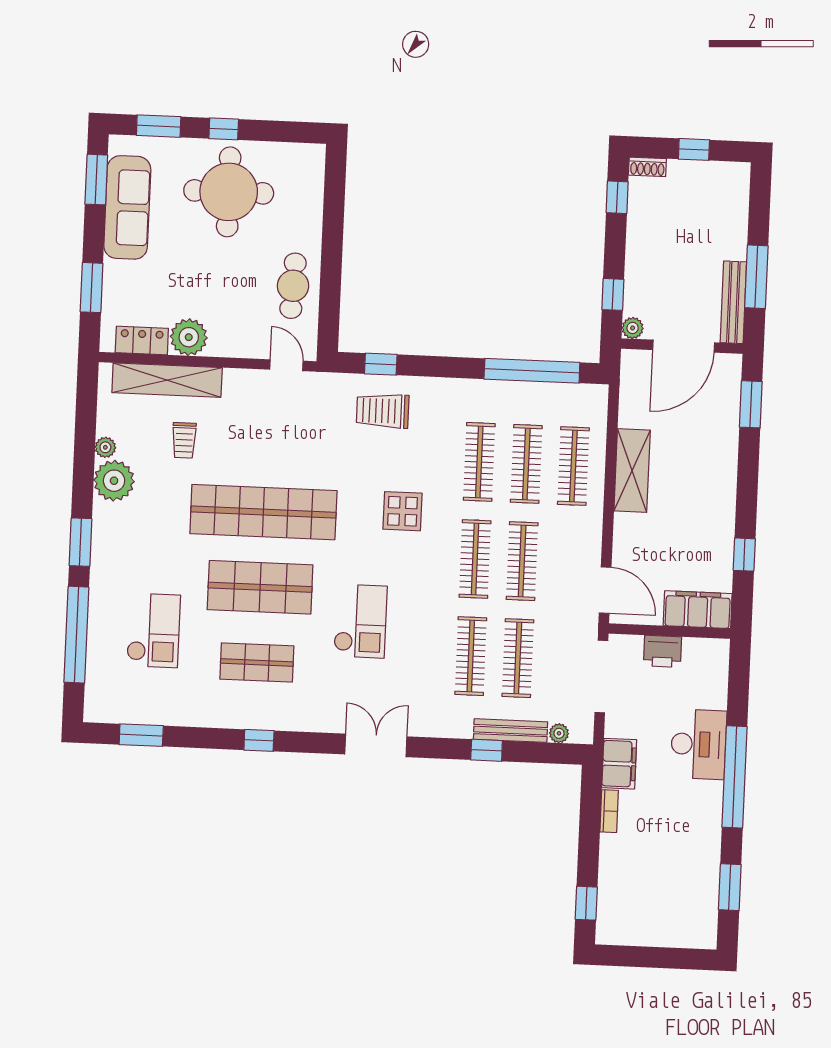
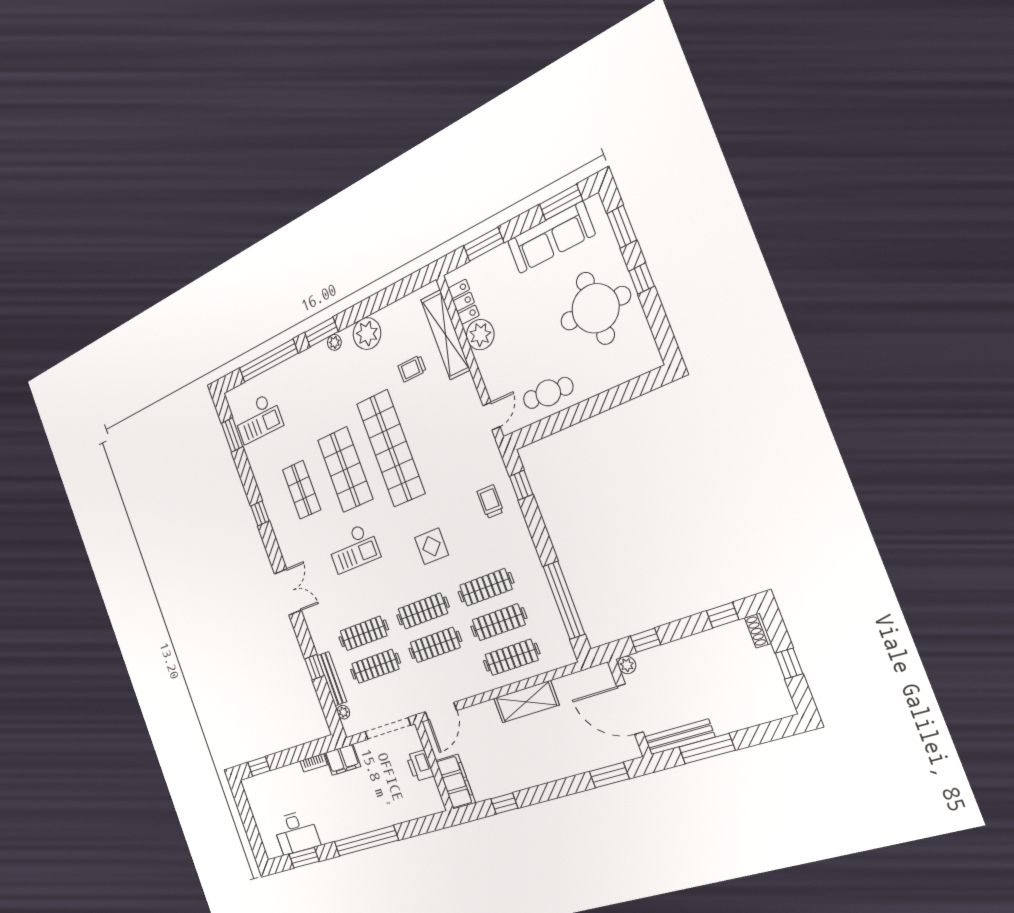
trolley: (383, 411) -> (490, 502), width x0.73, depth x0.72
plant: (105, 447) -> (334, 342), moved
checkout: (153, 630) -> (258, 418), moved
desk: (699, 744) -> (296, 832), moved

